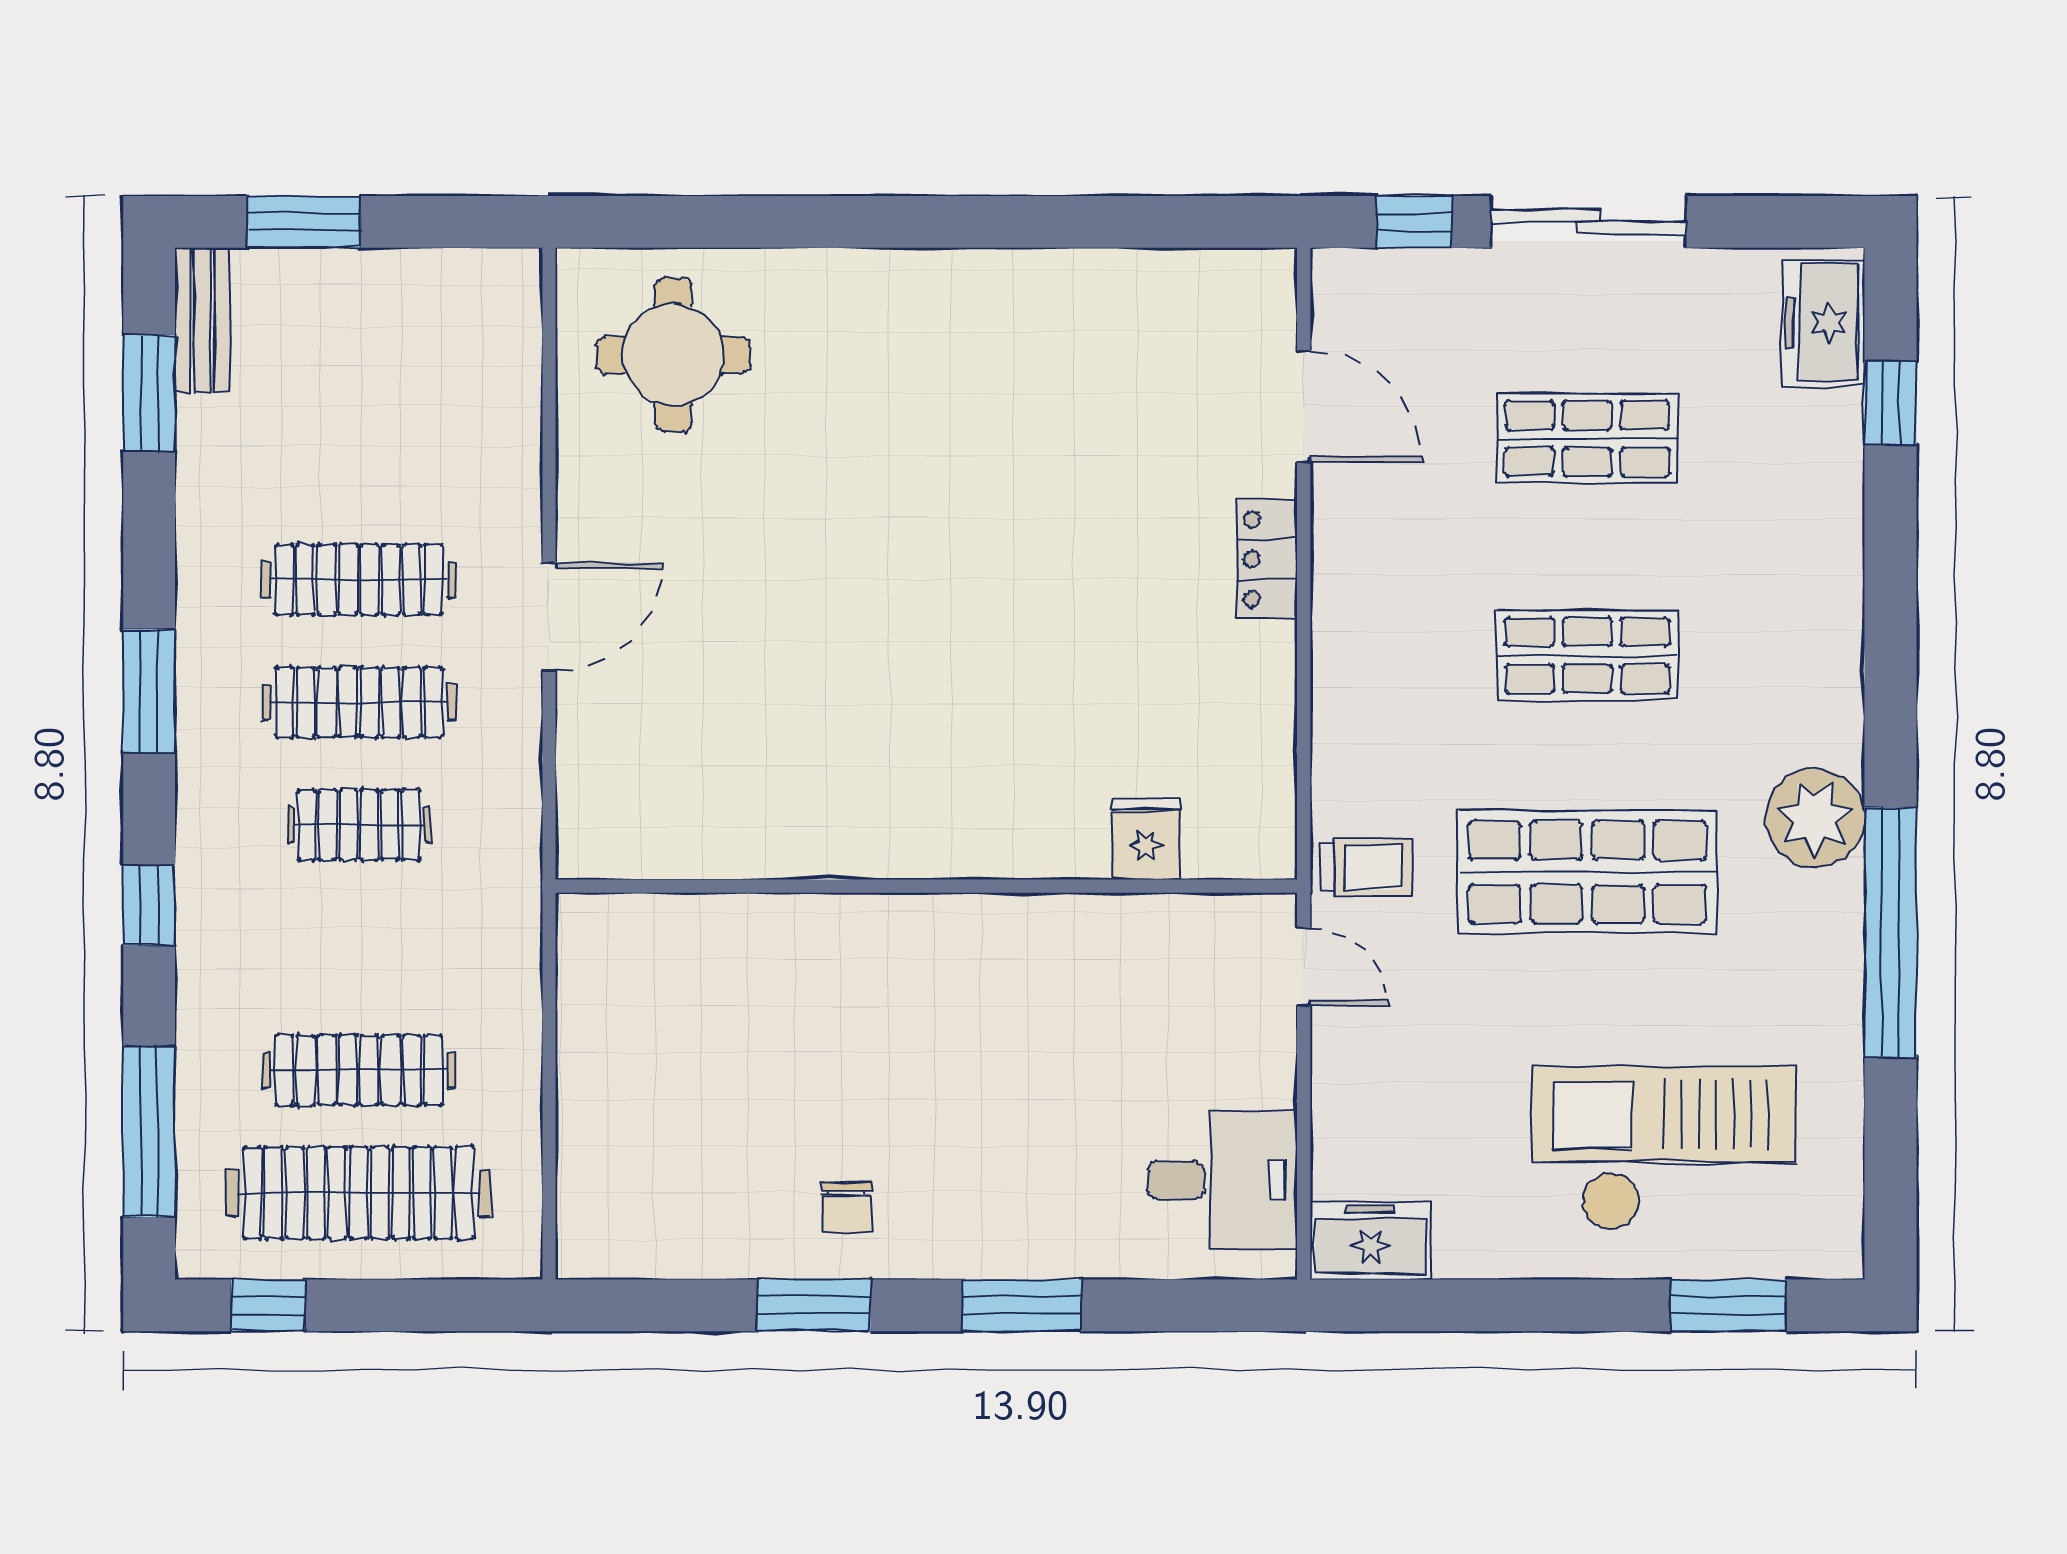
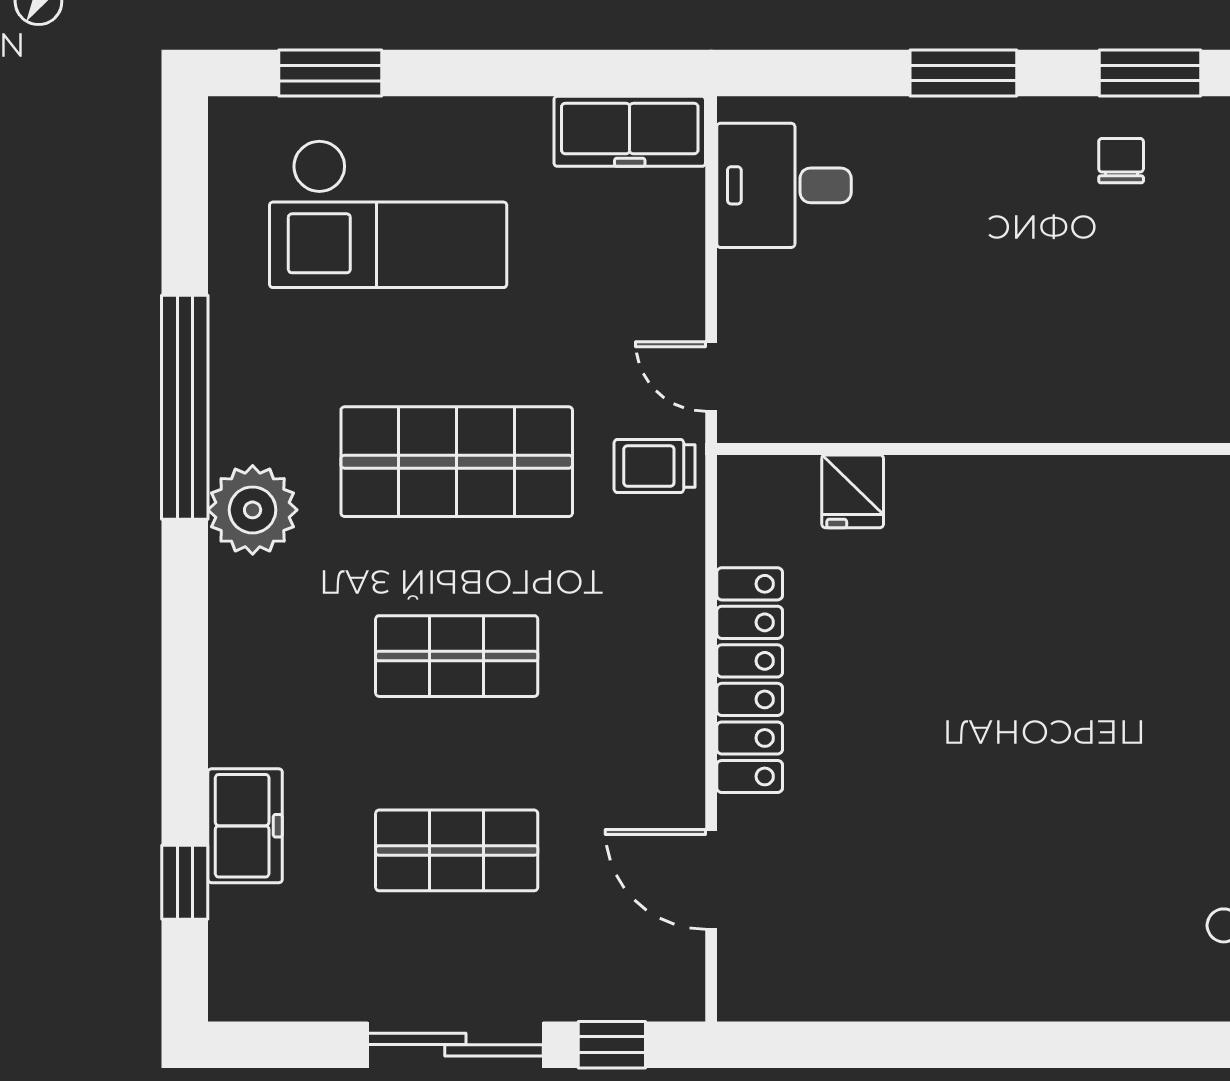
freezer: (1823, 323) -> (245, 826), moved
locker: (1267, 559) -> (750, 680), width x2.16, depth x1.21
freezer: (1370, 1240) -> (630, 131), width x1.40

